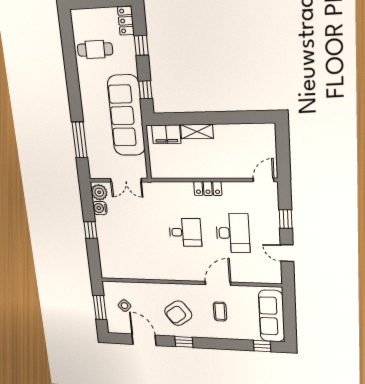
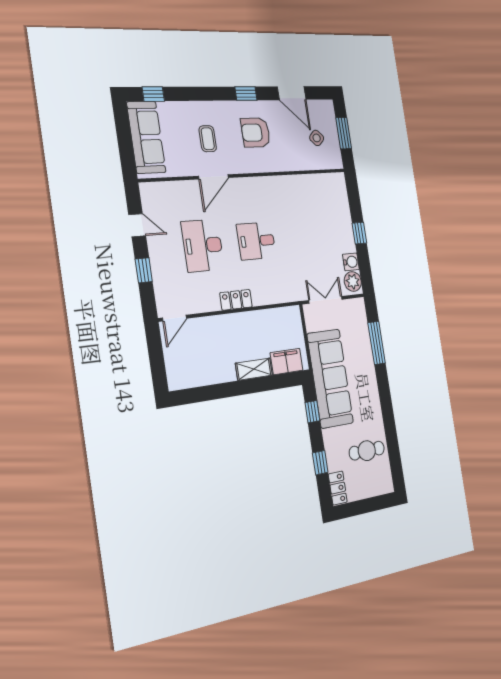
armchair: (178, 313) -> (256, 133), turned -144

